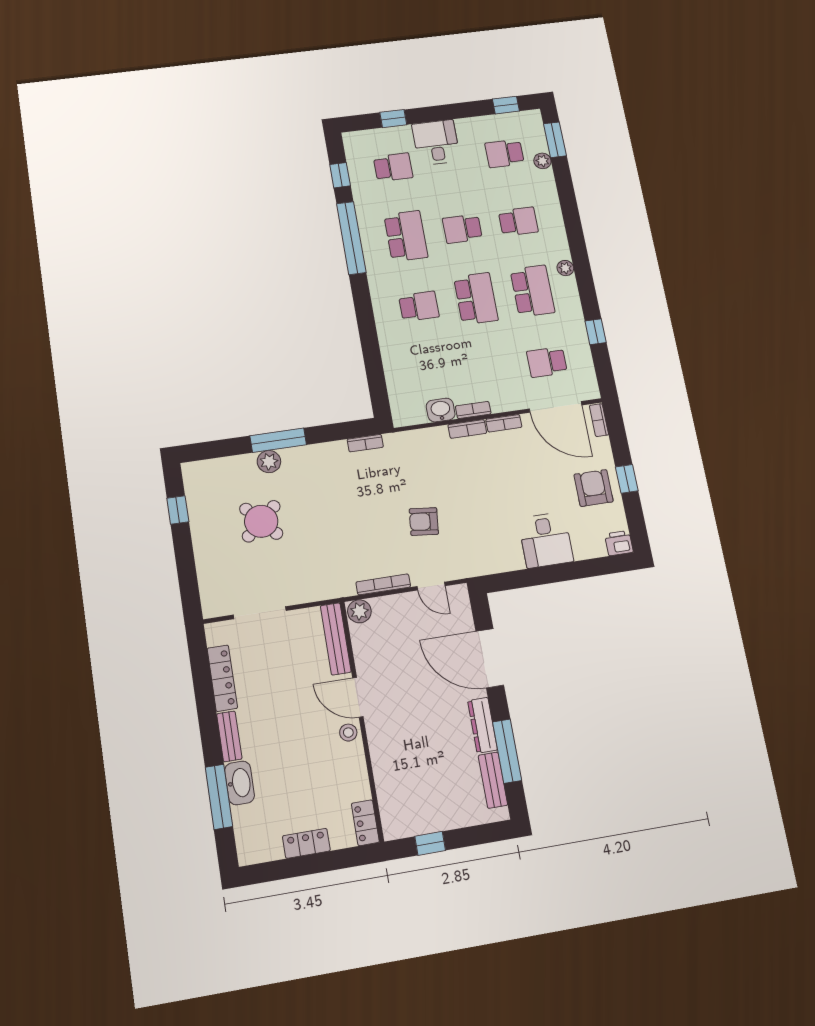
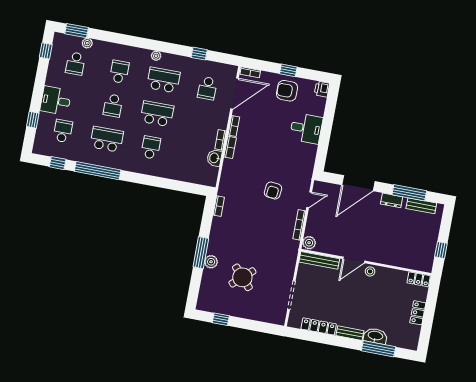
dresser: (483, 725) -> (392, 200), width x0.70

